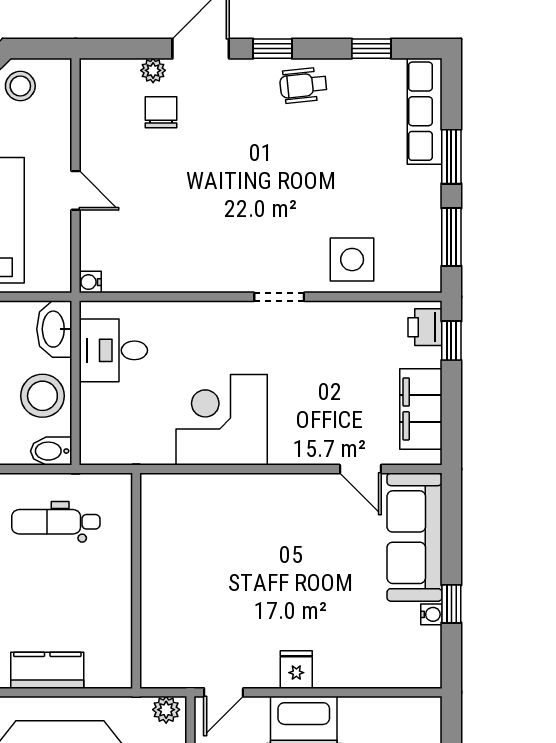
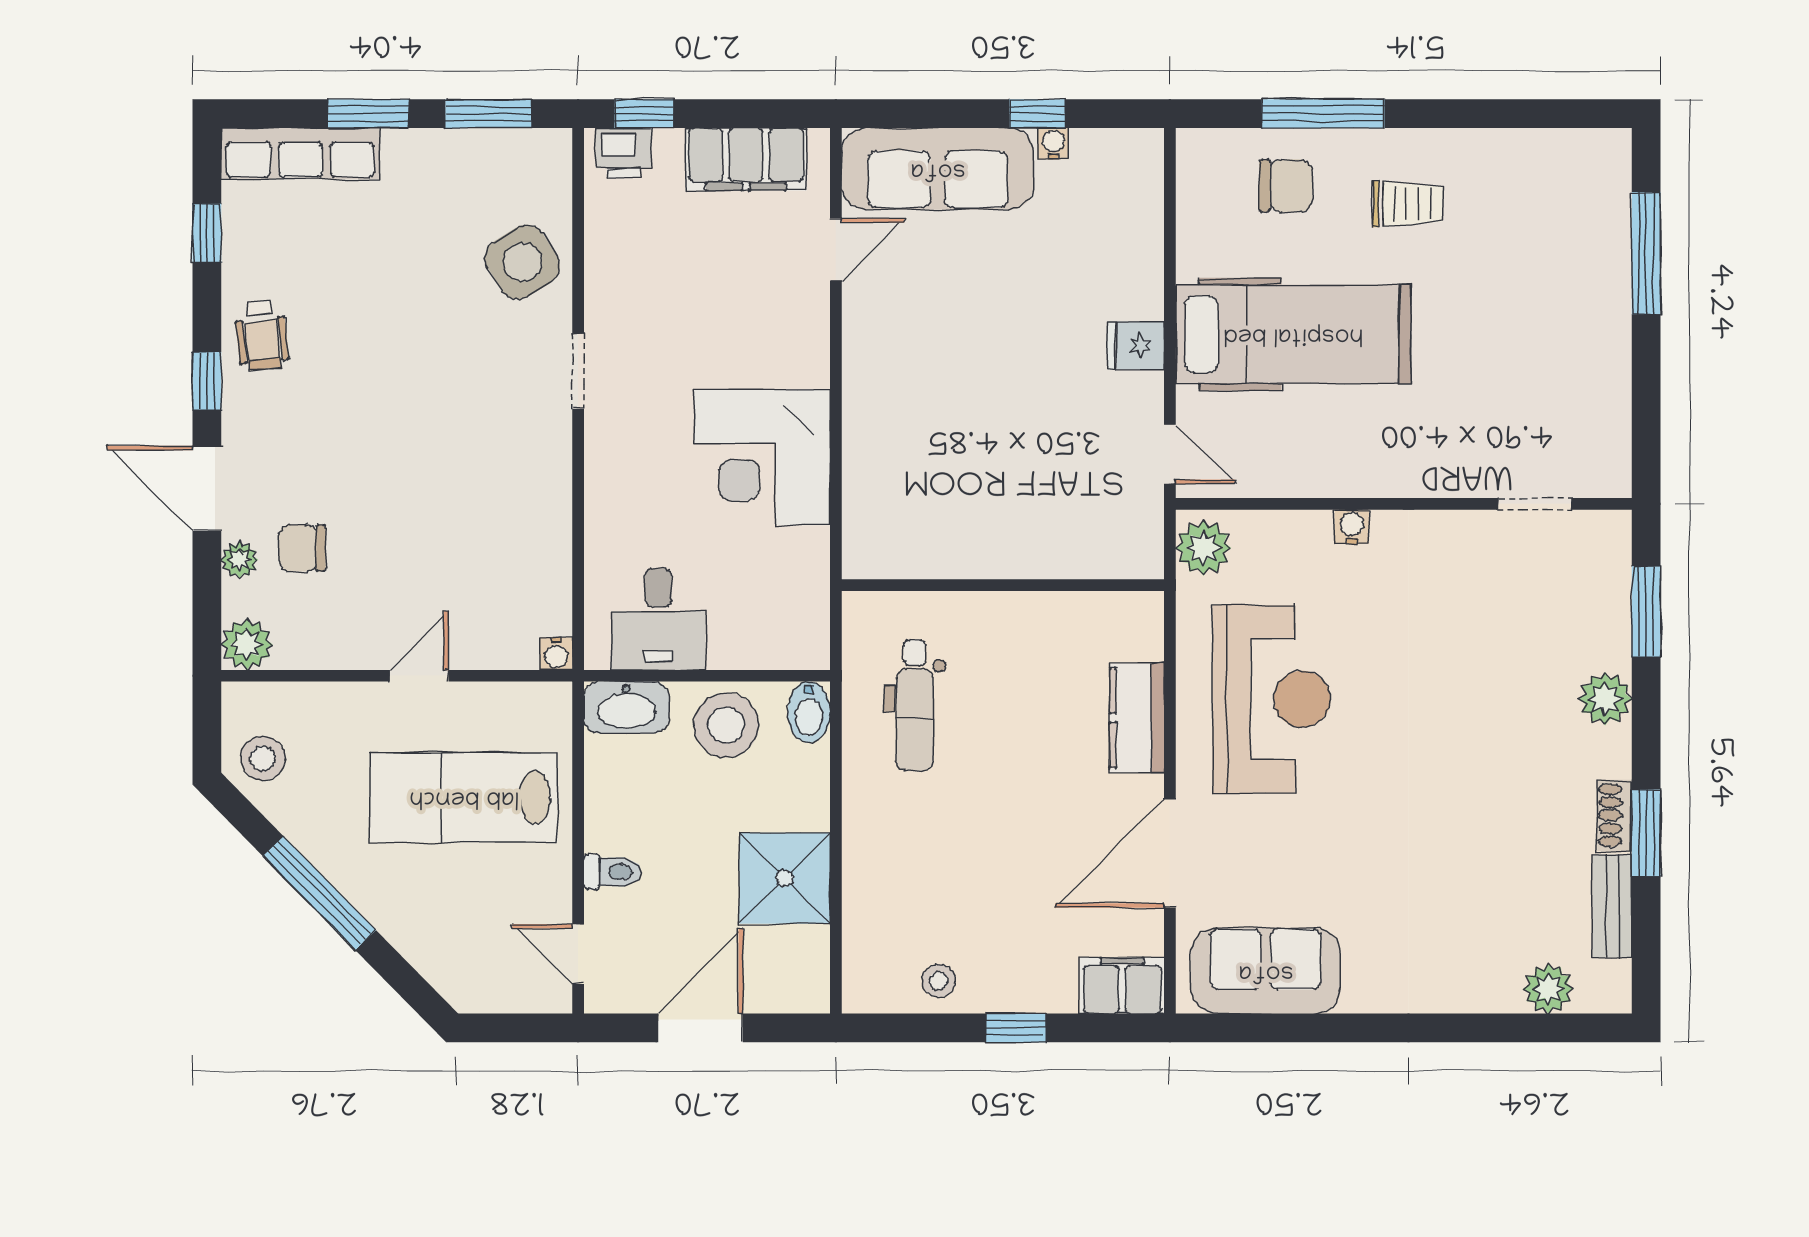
plant: (96, 75) -> (247, 644), added
side table: (352, 260) -> (522, 262), turned -32
plant: (166, 710) -> (1203, 548), width x1.38, depth x1.38

